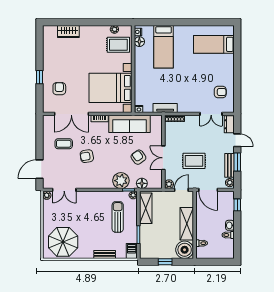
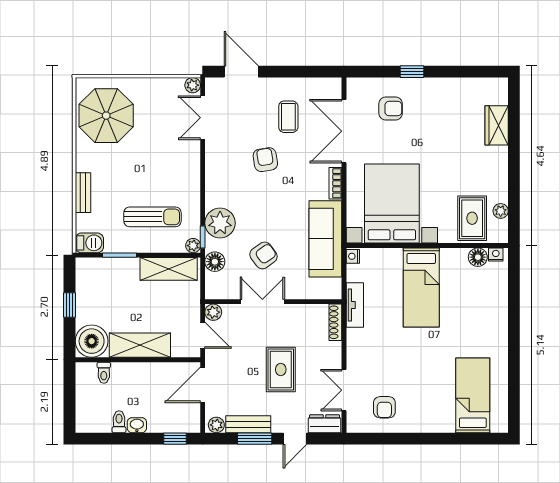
bed: (164, 47) -> (421, 287), moved, turned -90
rug: (194, 161) -> (281, 370), moved

